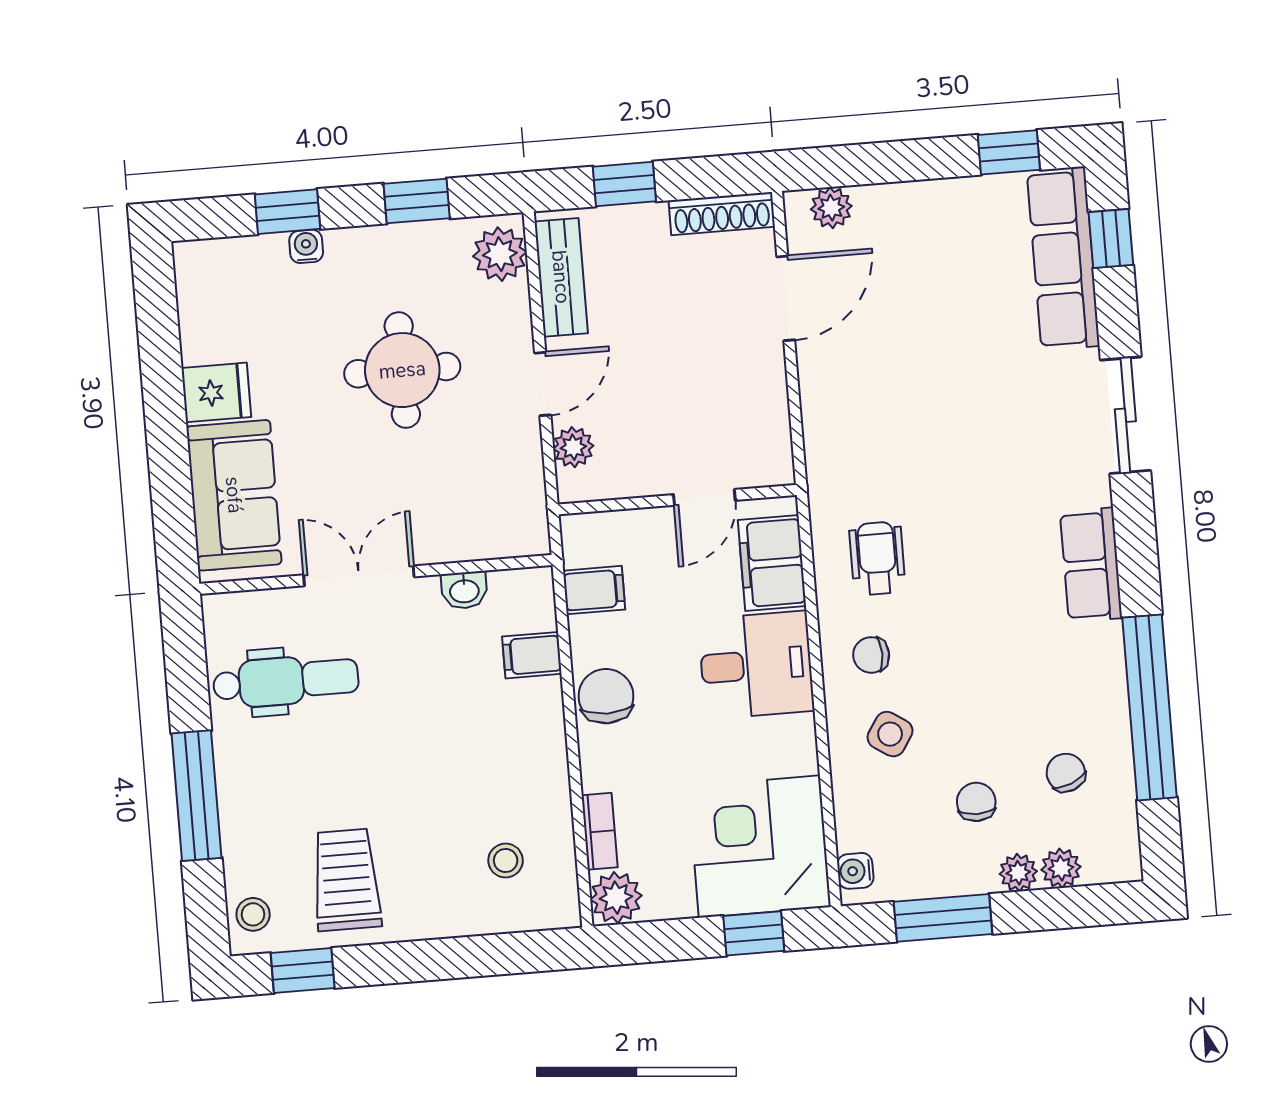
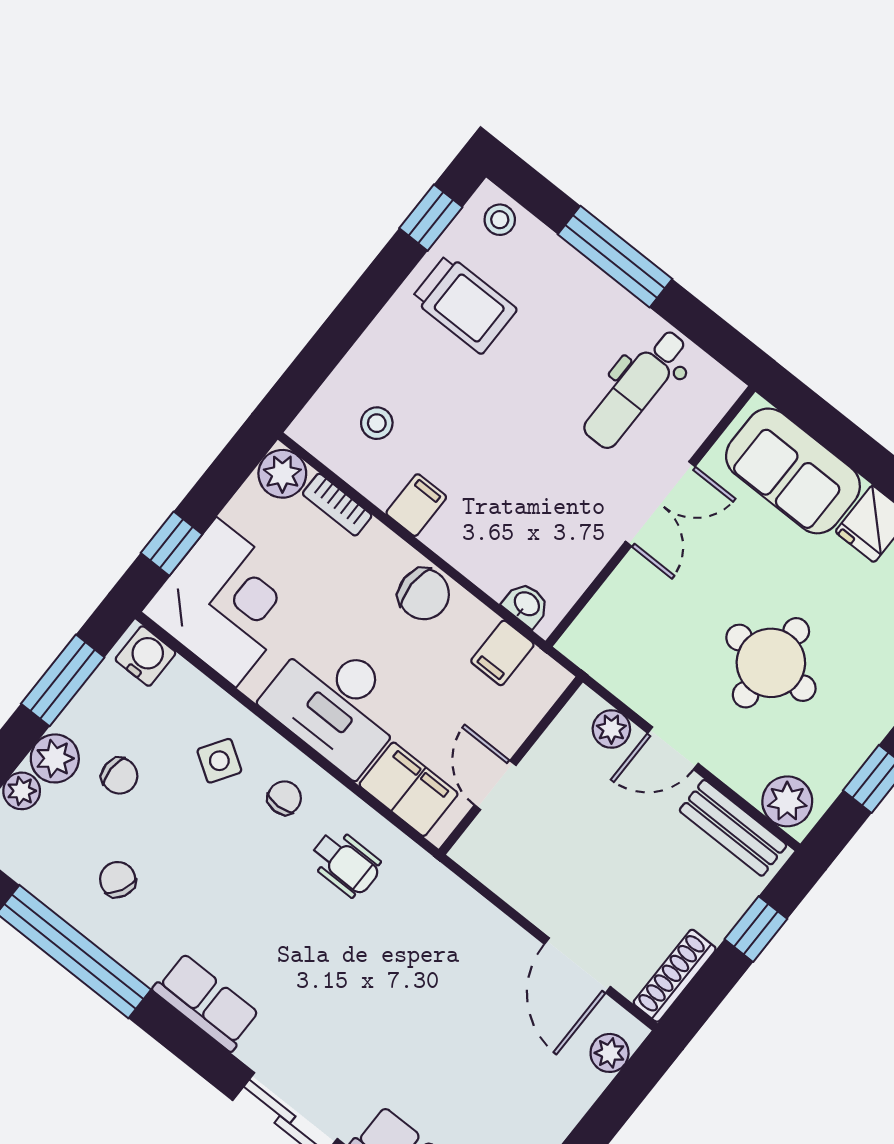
door: (543, 384) -> (673, 748), hinge flipped
washbasin: (464, 590) -> (526, 604), moved, turned 90
filing cabinet: (532, 655) -> (416, 505), moved
desk: (756, 665) -> (337, 704), width x1.37
chair: (1066, 773) -> (118, 880), moved, turned -131
water cooler: (855, 871) -> (146, 656), width x1.38, depth x1.38
plant: (1018, 873) -> (55, 758), width x1.38, depth x1.38

